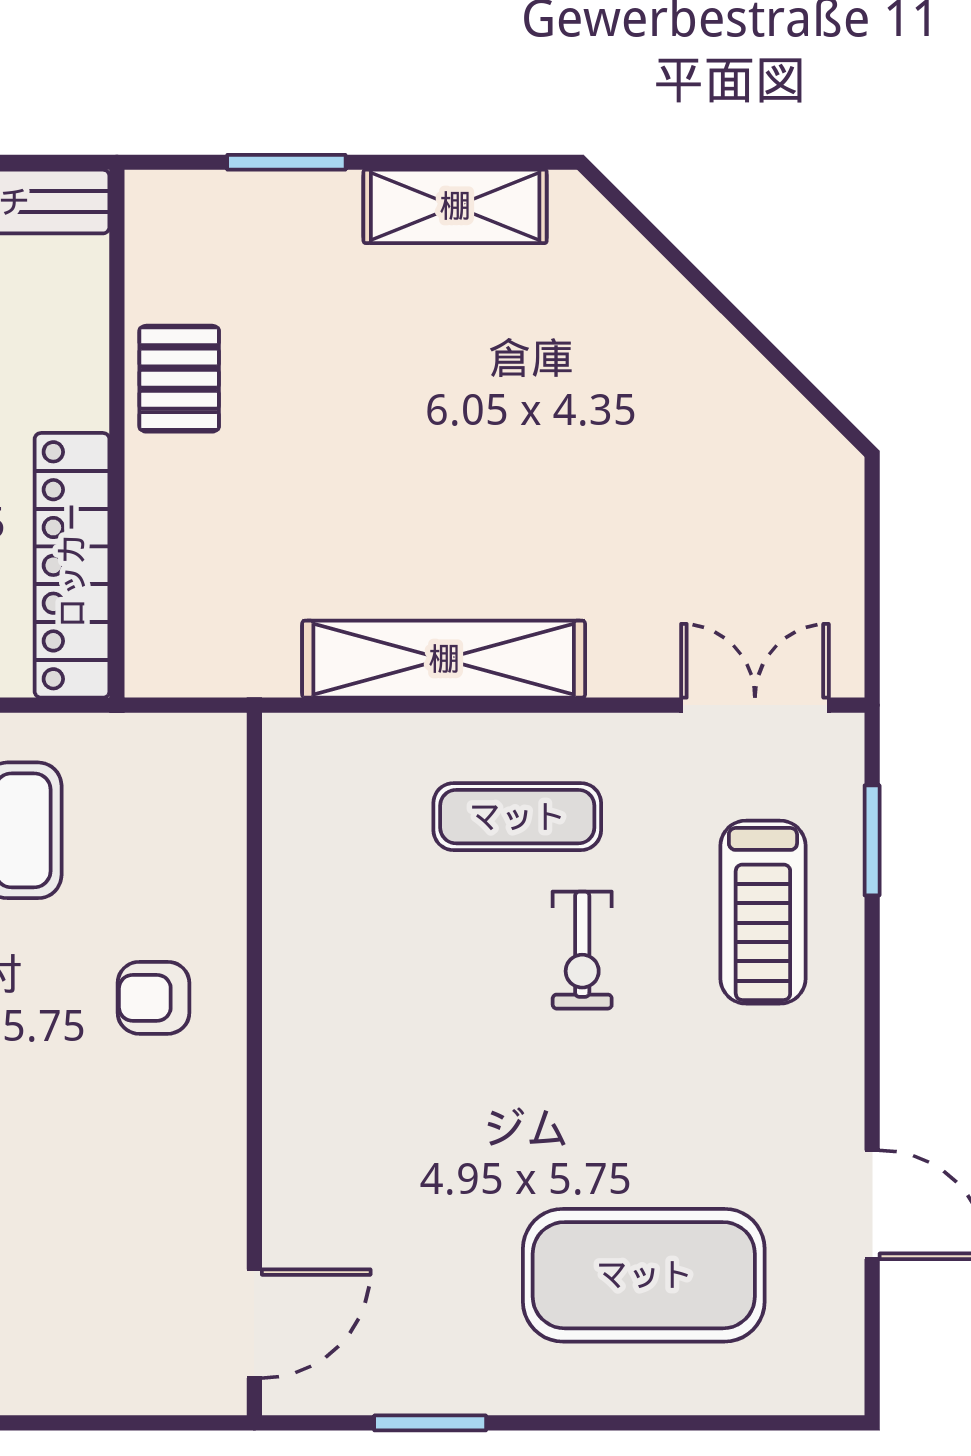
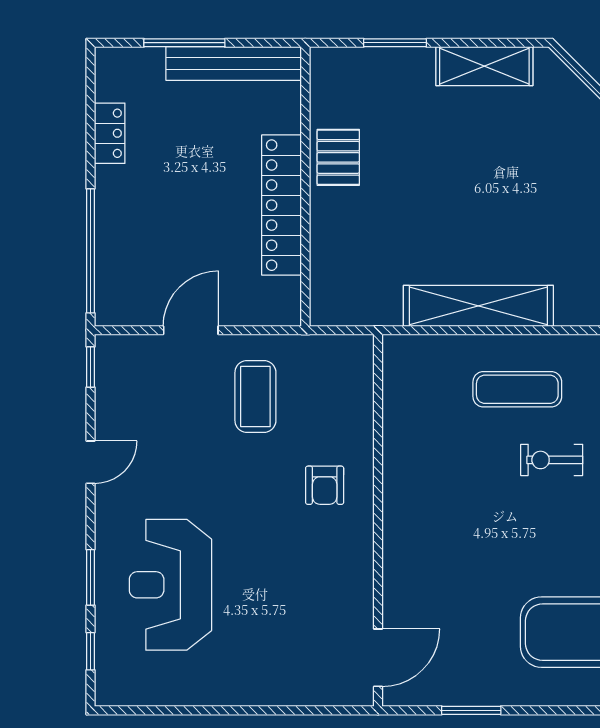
locker: (72, 565) -> (282, 205), moved
exercise bike: (582, 950) -> (552, 460), turned 90
armchair: (153, 998) -> (325, 485), turned -90

